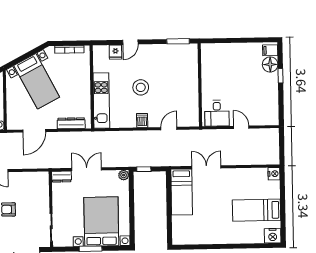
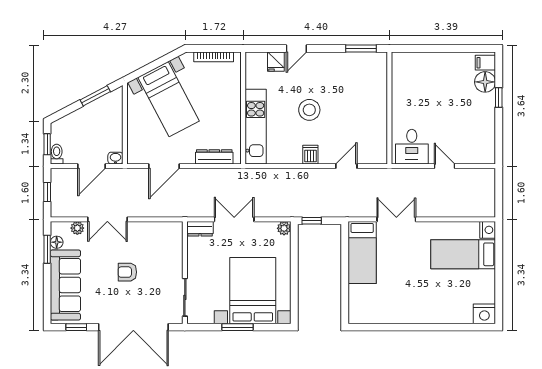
bed: (256, 210) -> (463, 254), moved

